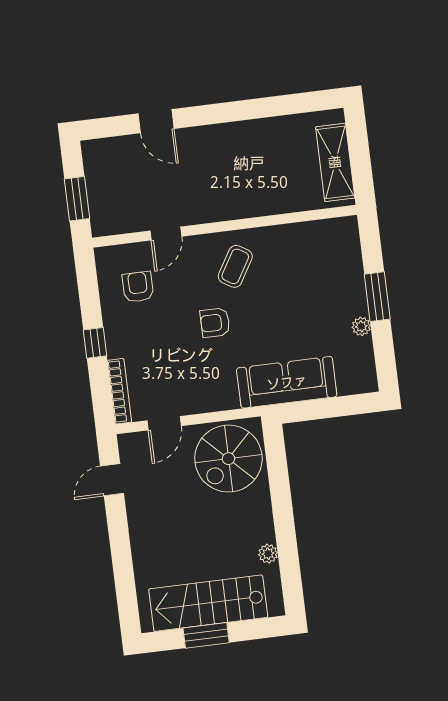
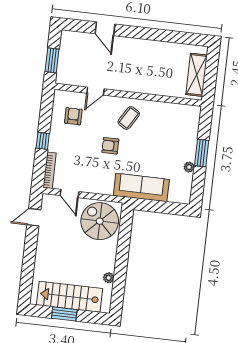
door: (164, 423) -> (70, 194), hinge flipped
spiral stairs: (228, 459) -> (100, 221), turned 90

